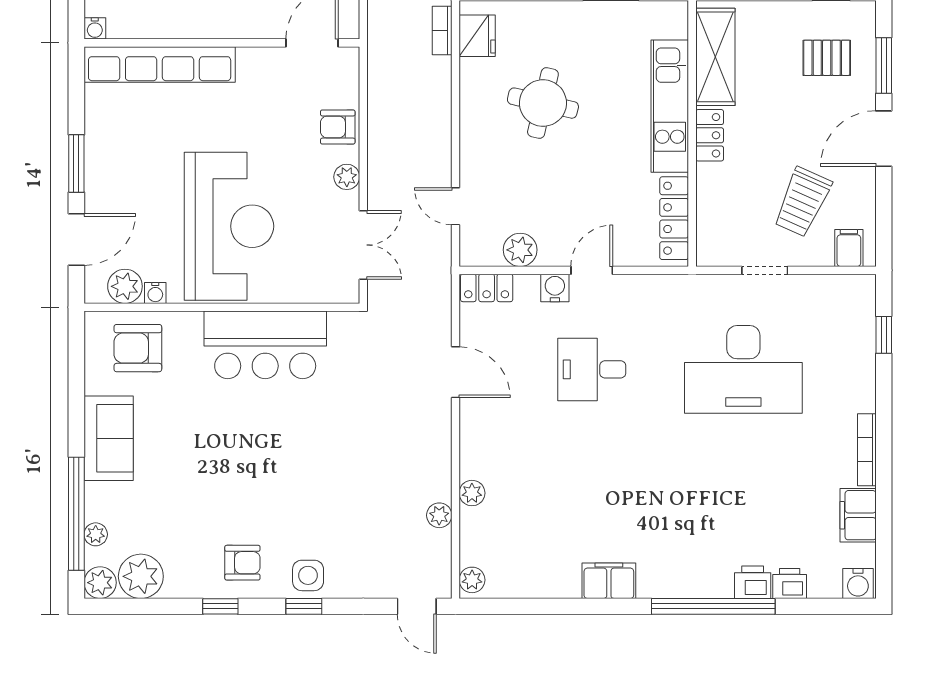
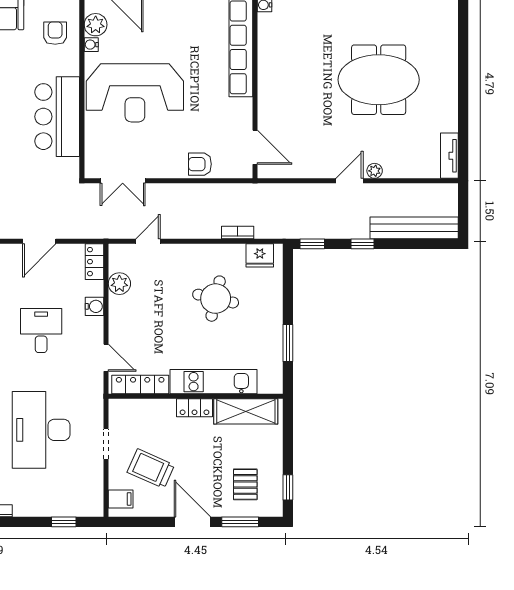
bookcase: (442, 30) -> (238, 232), moved
armchair: (338, 127) -> (200, 164), turned -90
plant: (347, 177) -> (167, 170), removed
door: (592, 270) -> (106, 358), moved
armchair: (138, 348) -> (55, 33), width x0.72, depth x0.72

